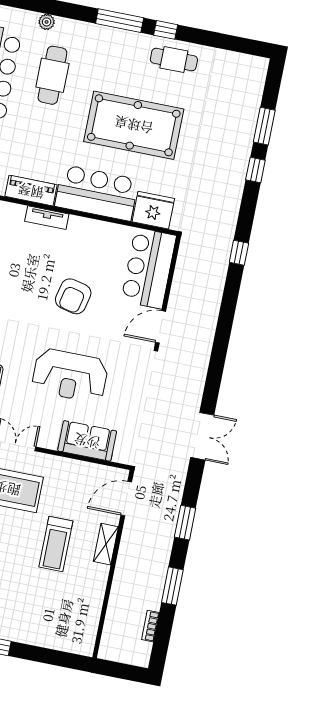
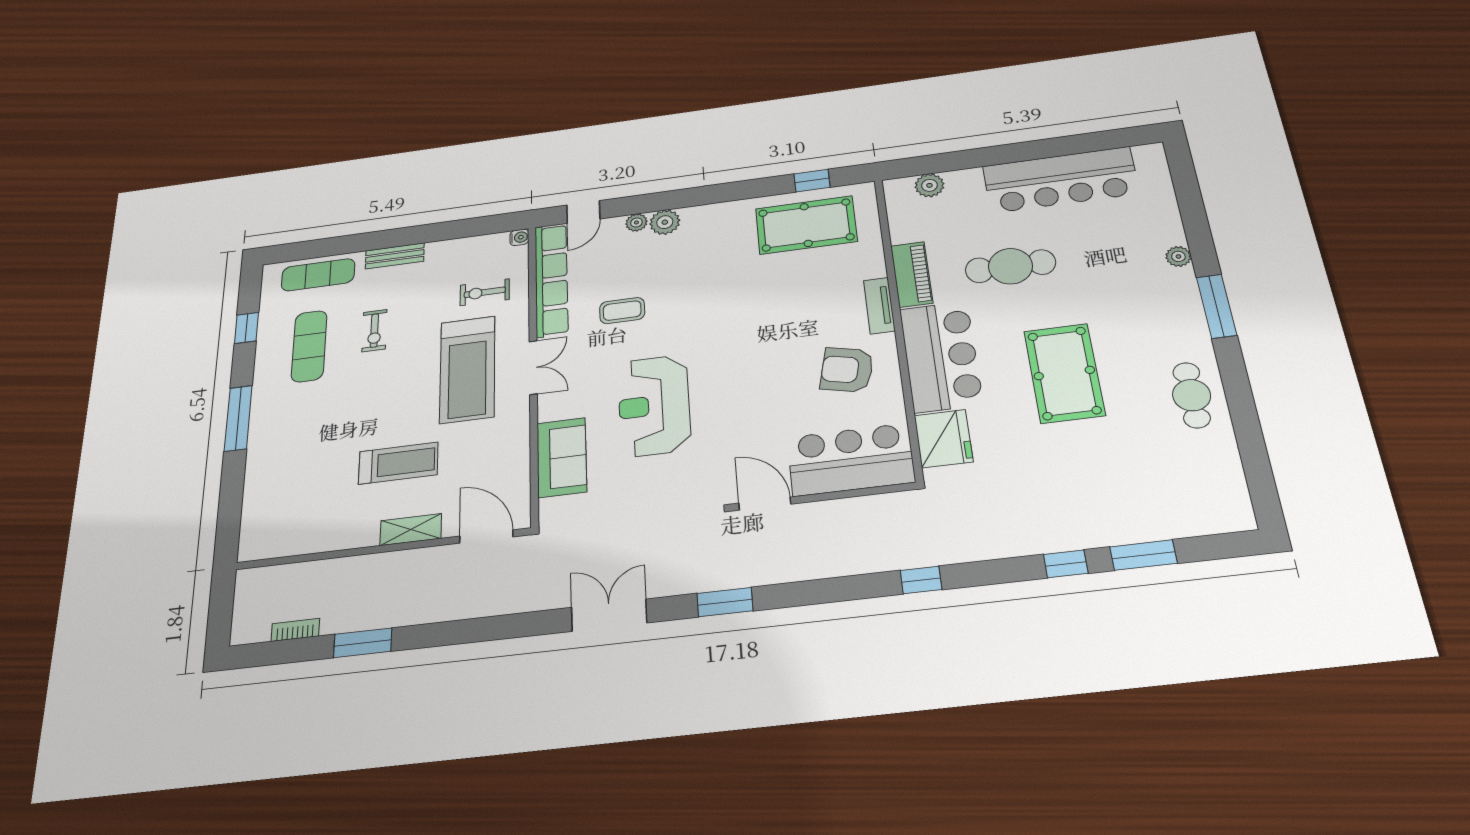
plant: (47, 22) -> (1178, 256), moved
window: (166, 30) -> (1233, 370), removed
cafe table: (52, 75) -> (1010, 266), moved
pool table: (134, 125) -> (1064, 373), width x0.73, depth x0.76
armchair: (73, 296) -> (847, 370), moved
double door: (202, 436) -> (609, 615), swing flipped
window: (185, 523) -> (725, 602), moved
treadmill: (56, 544) -> (398, 463), turned 180

